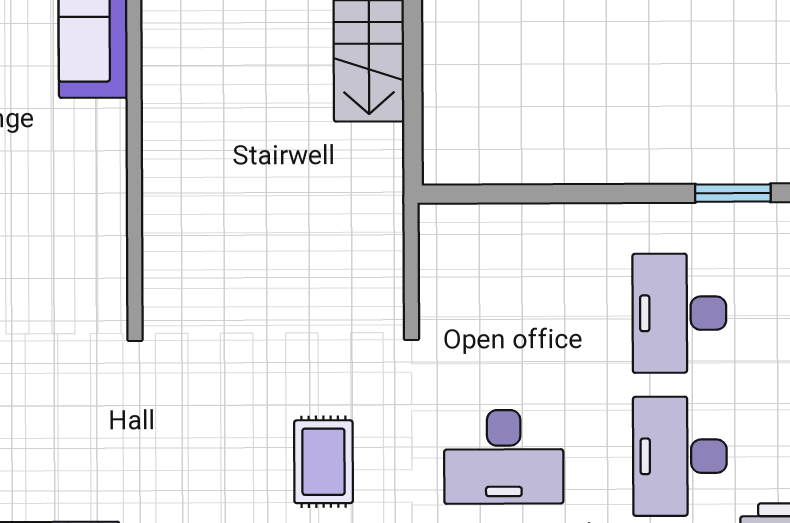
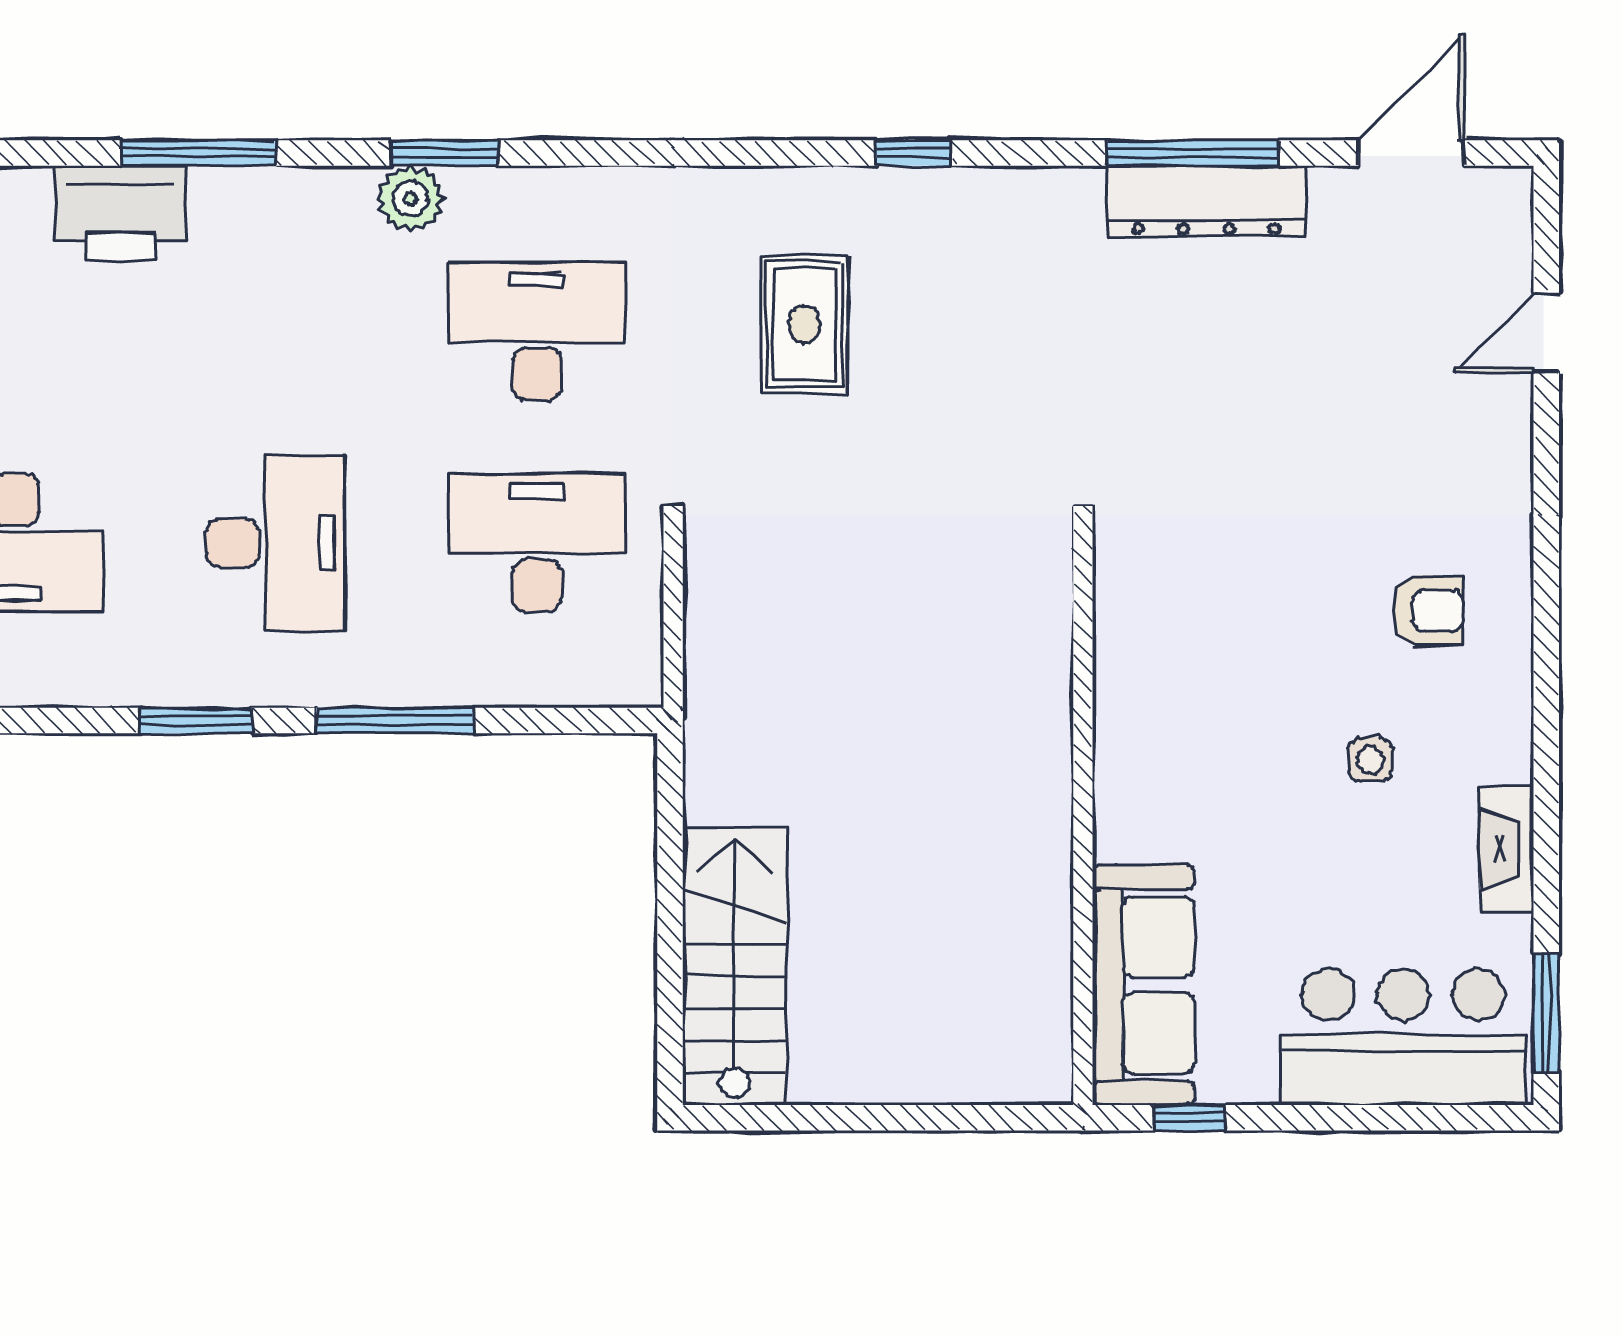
window: (599, 194) -> (395, 720), added
desk: (680, 456) -> (537, 543), moved, turned -90

